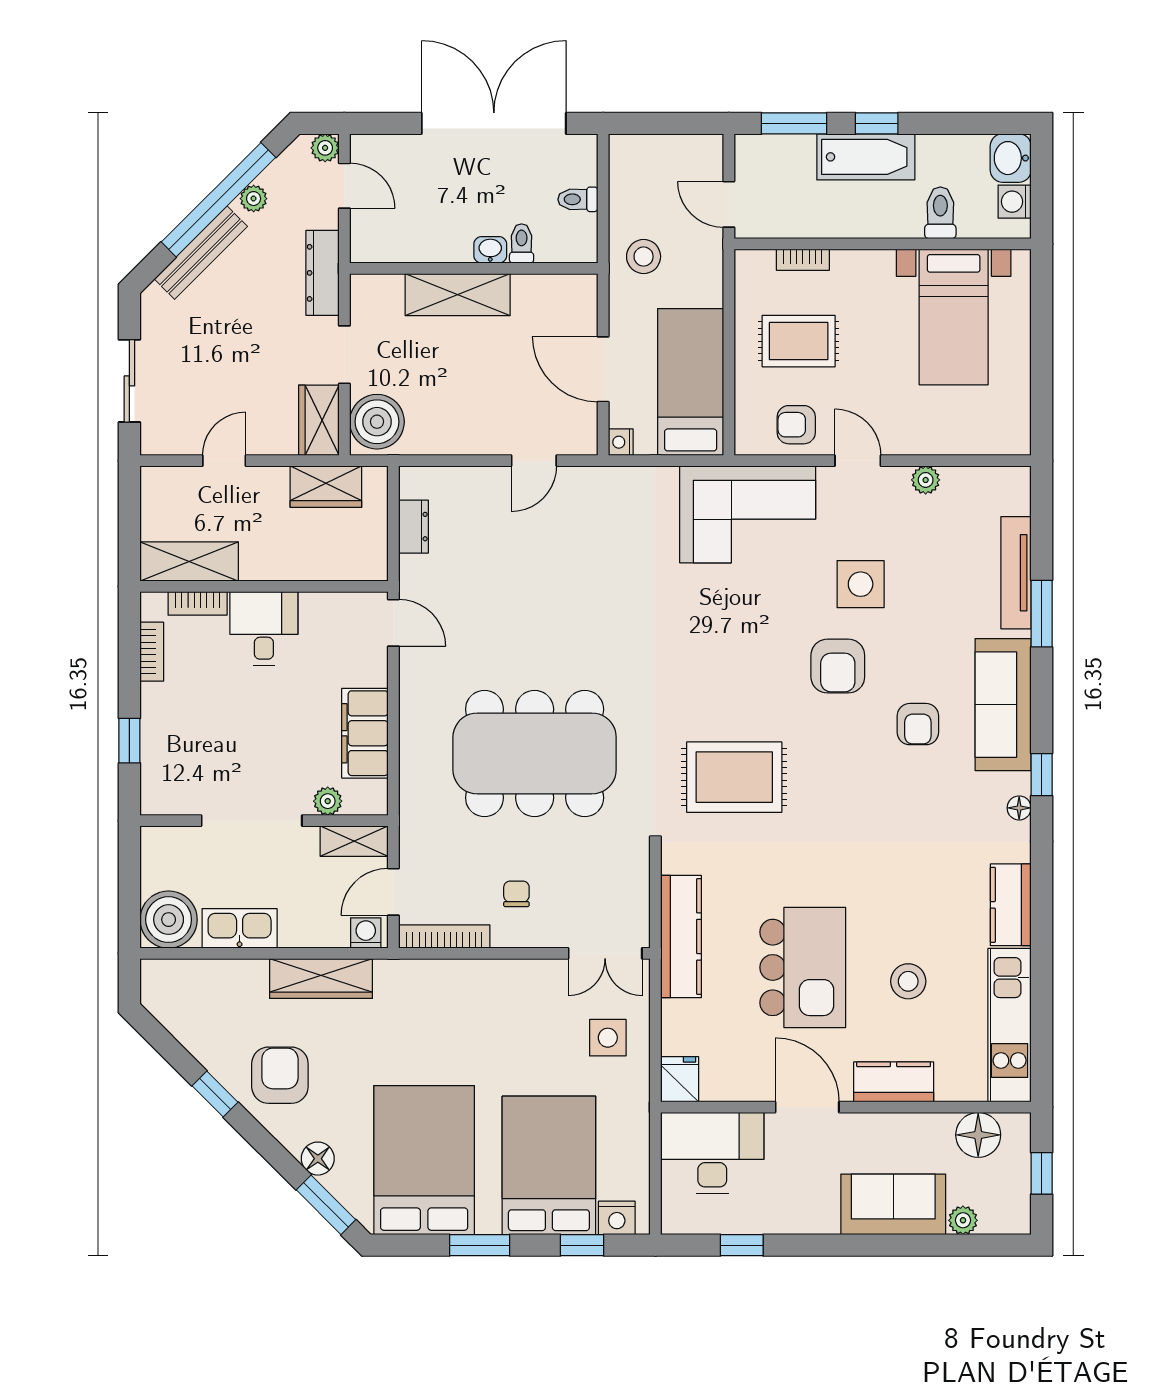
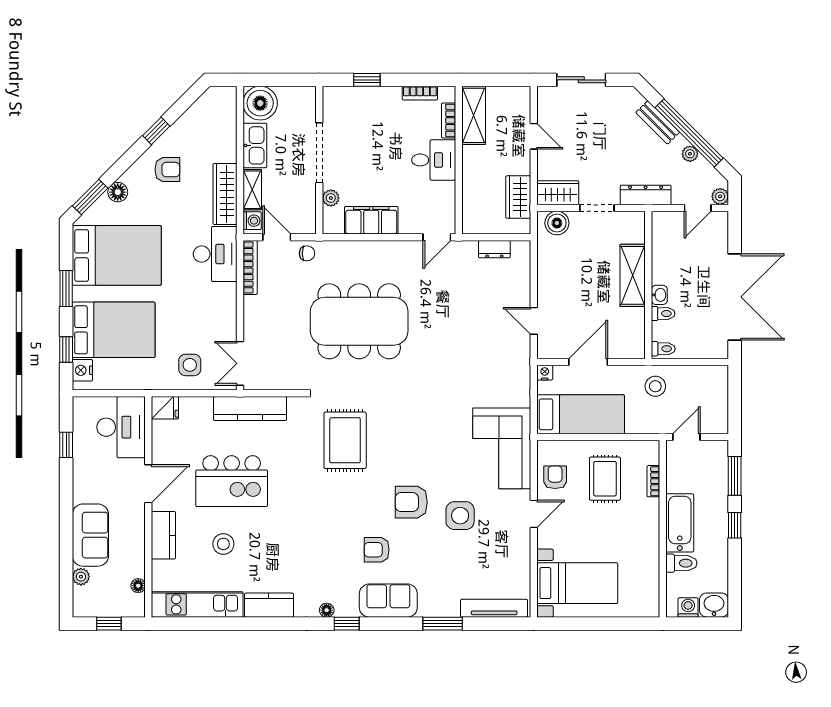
bathtub: (866, 157) -> (680, 523), moved, turned 180
toilet: (578, 199) -> (663, 349), moved, turned 90
bench: (201, 253) -> (658, 122), width x0.73
bed with nightstands: (954, 317) -> (577, 583), moved, turned 180
boiler: (377, 422) -> (557, 223), width x0.73, depth x0.73
plant: (926, 480) -> (522, 554), removed
tv unit: (1016, 573) -> (494, 608), moved
sofa: (1003, 705) -> (388, 601), width x0.73
dining table: (535, 753) -> (359, 321), turned 90
shelving: (354, 841) -> (252, 190), moved
chair: (516, 894) -> (307, 253), moved
desk: (422, 995) -> (215, 254), added
armchair: (280, 1075) -> (167, 170), width x0.72, depth x0.72
floor lamp: (978, 1135) -> (138, 586), width x0.53, depth x0.53

